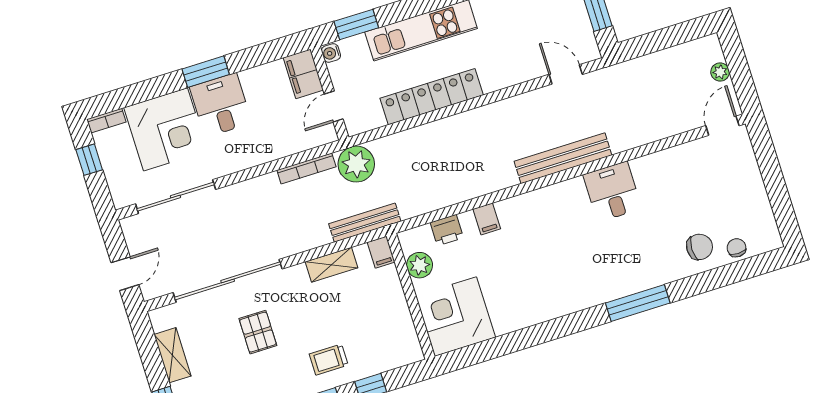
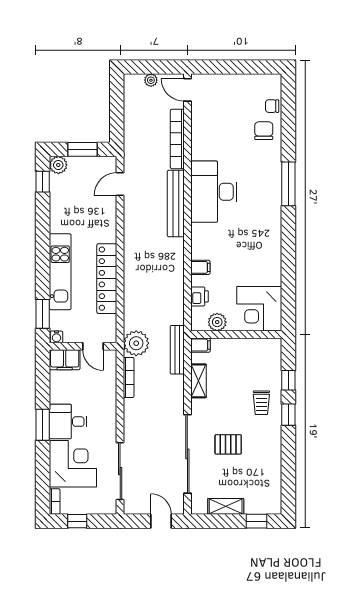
bookcase: (651, 133) -> (177, 139), added
desk: (612, 192) -> (214, 192), width x1.87, depth x1.30

